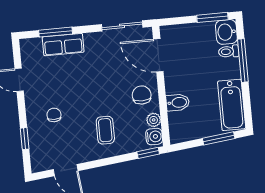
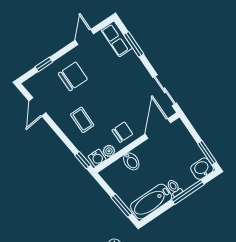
row of seats: (63, 45) -> (117, 39), moved
toilet: (229, 51) -> (174, 188), moved
chair: (54, 115) -> (73, 76), width x1.87, depth x1.87
coffee table: (105, 130) -> (82, 120), turned 90

